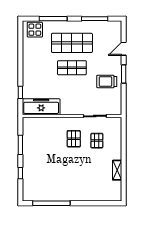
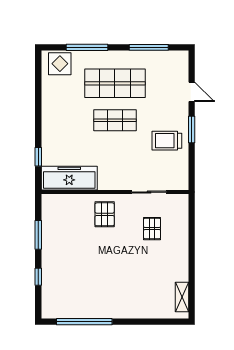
door: (124, 49) -> (192, 92), swing flipped
pallet: (74, 139) -> (105, 214), moved
shelving: (117, 170) -> (182, 297), moved

